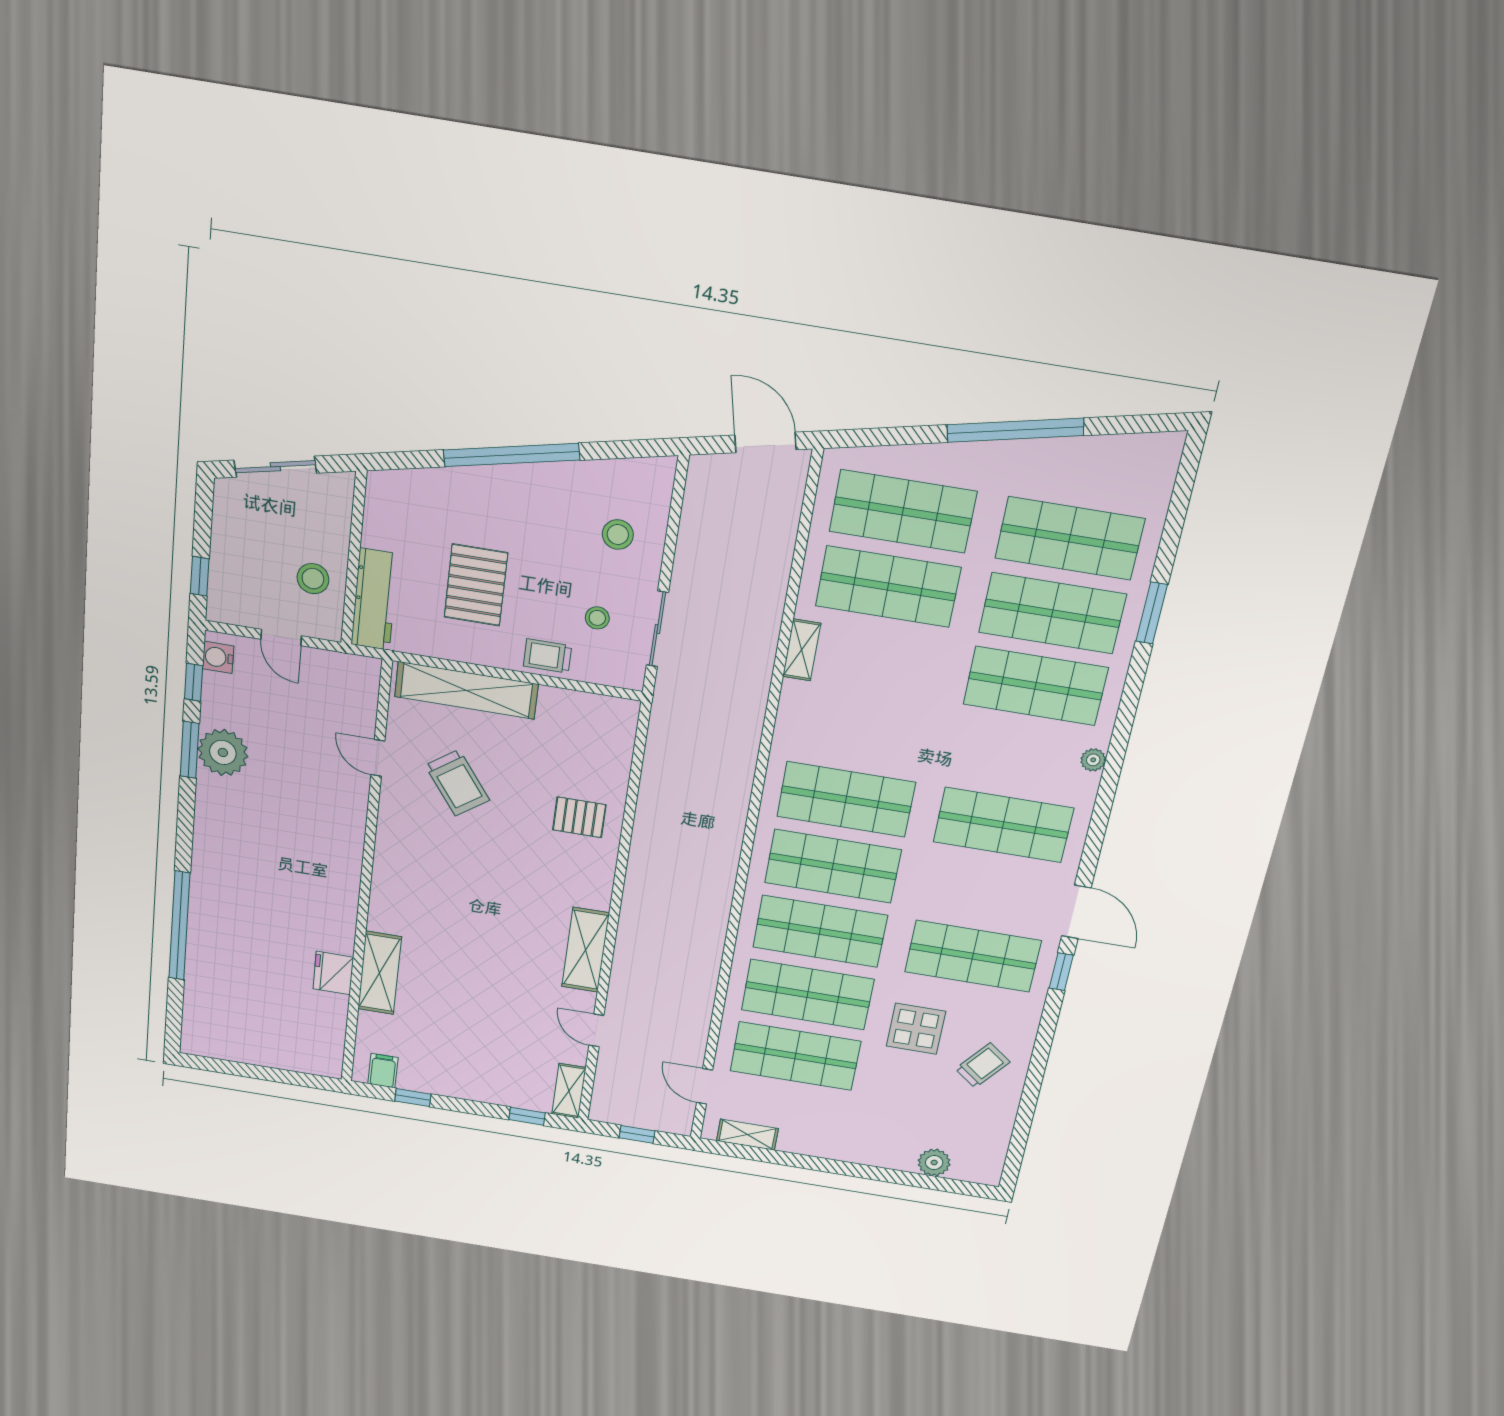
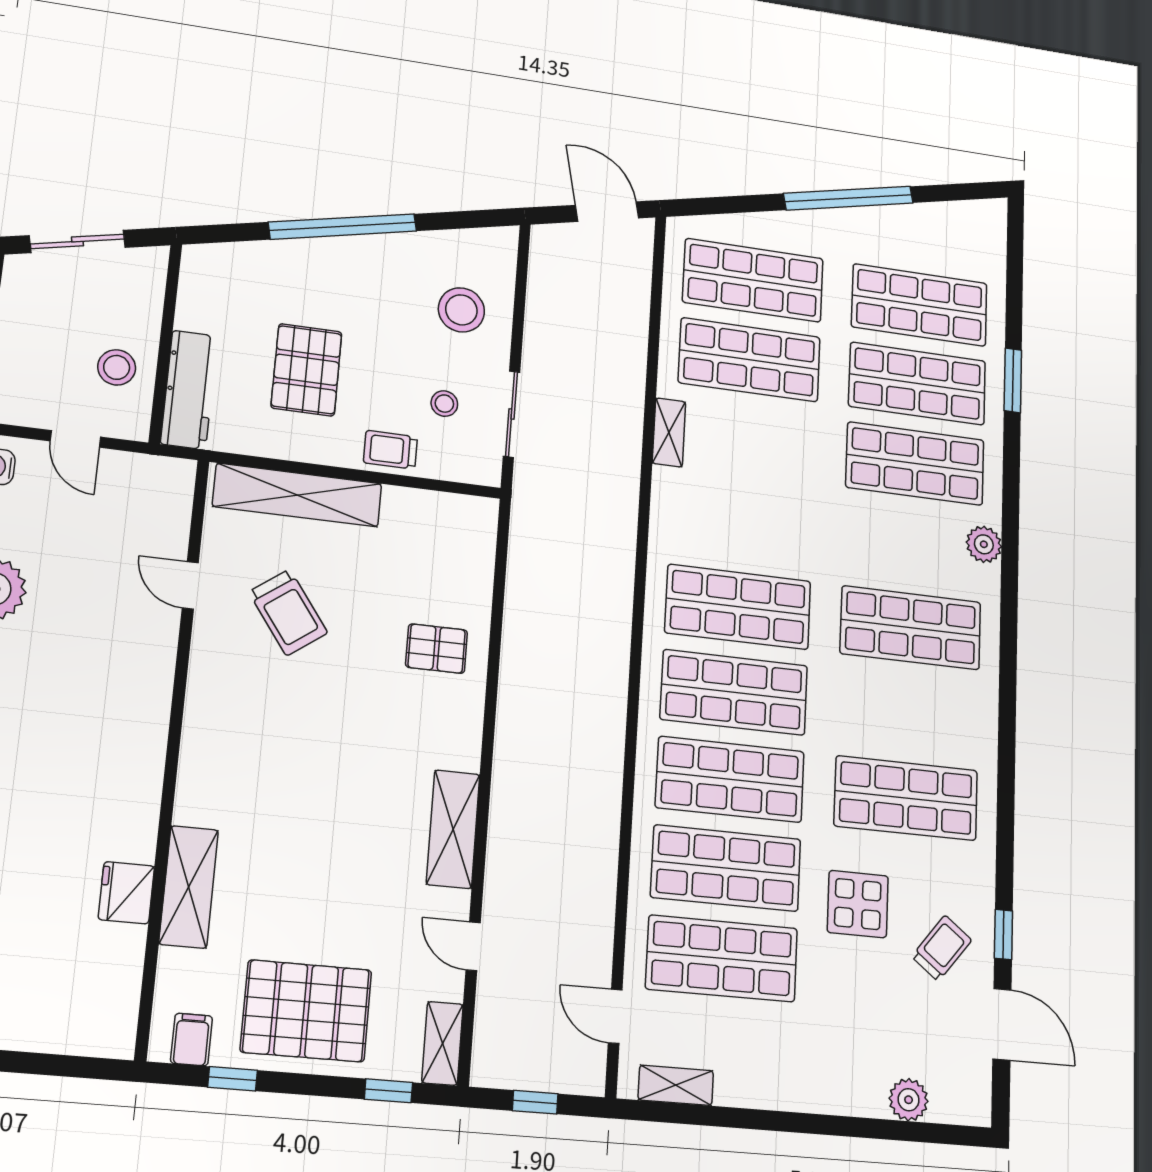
stool: (618, 535) -> (461, 310), width x1.38, depth x1.38
plant: (1093, 760) -> (984, 544), width x1.38, depth x1.38
door: (1076, 912) -> (1002, 1024), moved
window: (1061, 972) -> (1003, 934), moved
pallet: (467, 1061) -> (306, 1011), added

